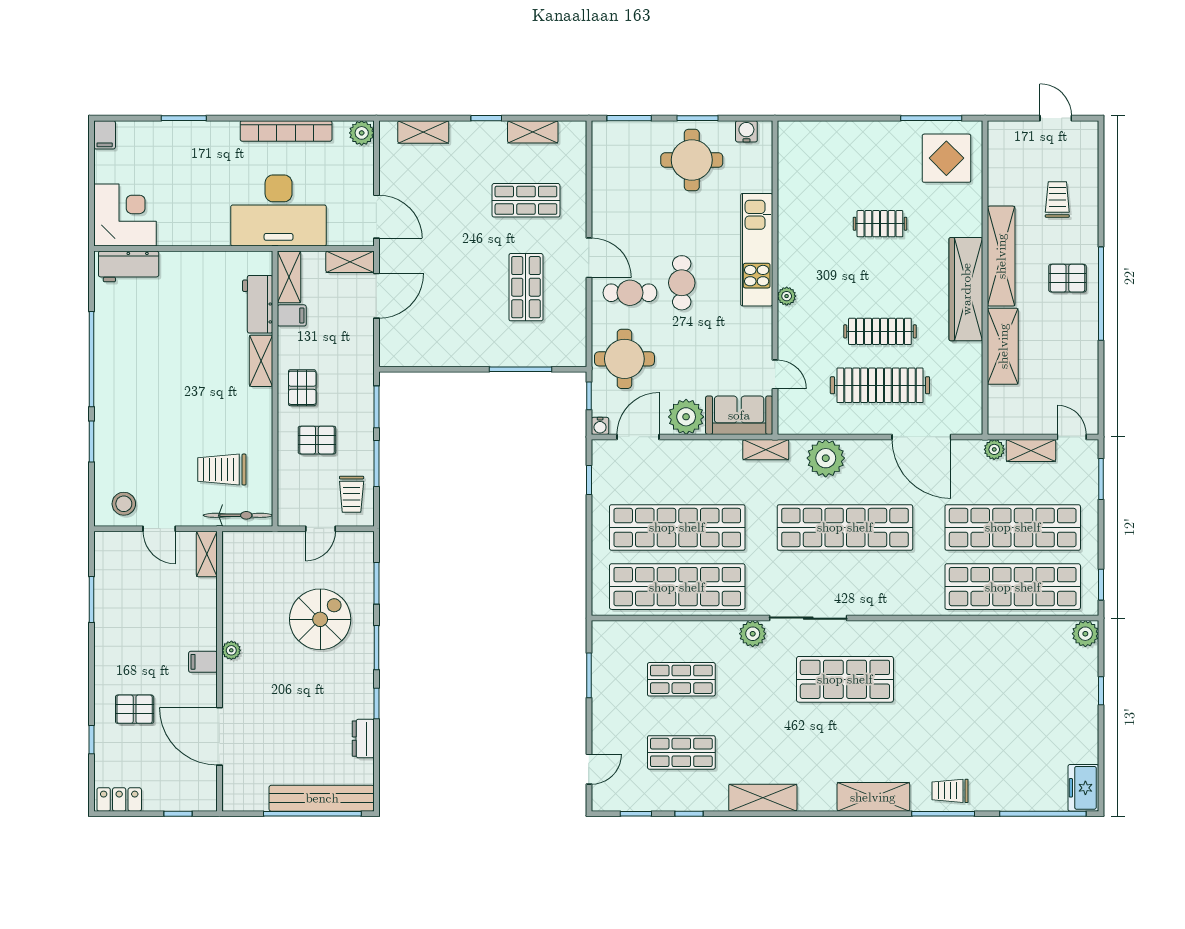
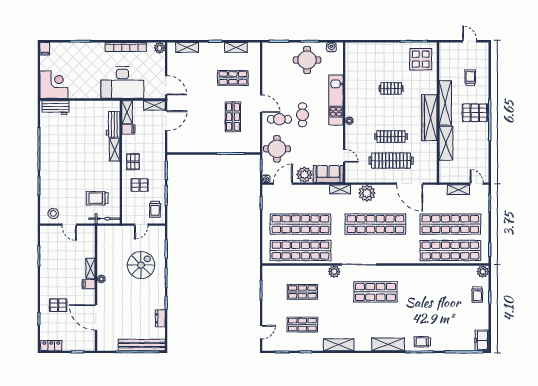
pallet: (1067, 278) -> (475, 113), width x1.50, depth x1.42
plant: (994, 449) -> (442, 189), removed
shelving: (207, 554) -> (90, 268), moved
trolley: (1073, 685) -> (477, 295), added

